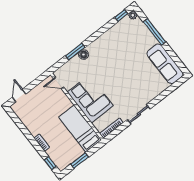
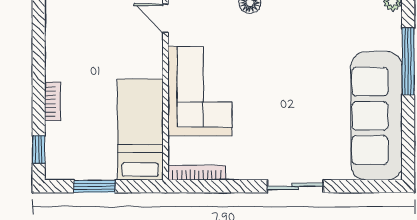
sofa: (165, 64) -> (377, 116), width x1.36, depth x1.27
sliding door: (139, 114) -> (295, 186), moved

